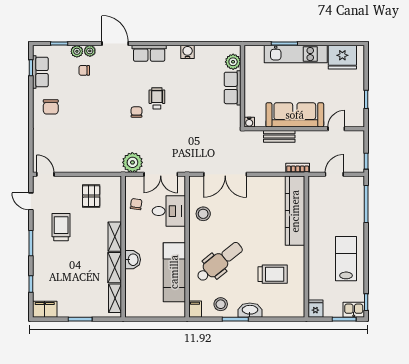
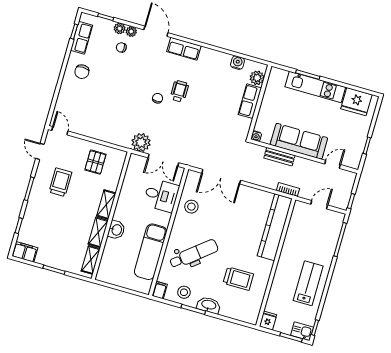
water cooler: (188, 52) -> (237, 63), moved
chair: (136, 204) -> (134, 181), removed

